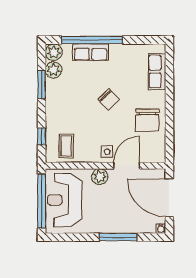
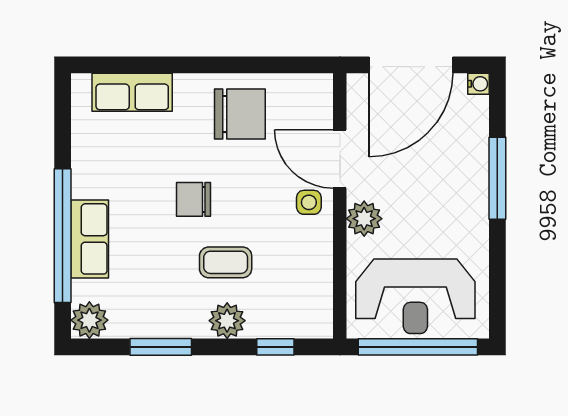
plant: (53, 70) -> (227, 321), moved
chair: (109, 99) -> (194, 199), turned -137
coffee table: (66, 146) -> (226, 262), moved

